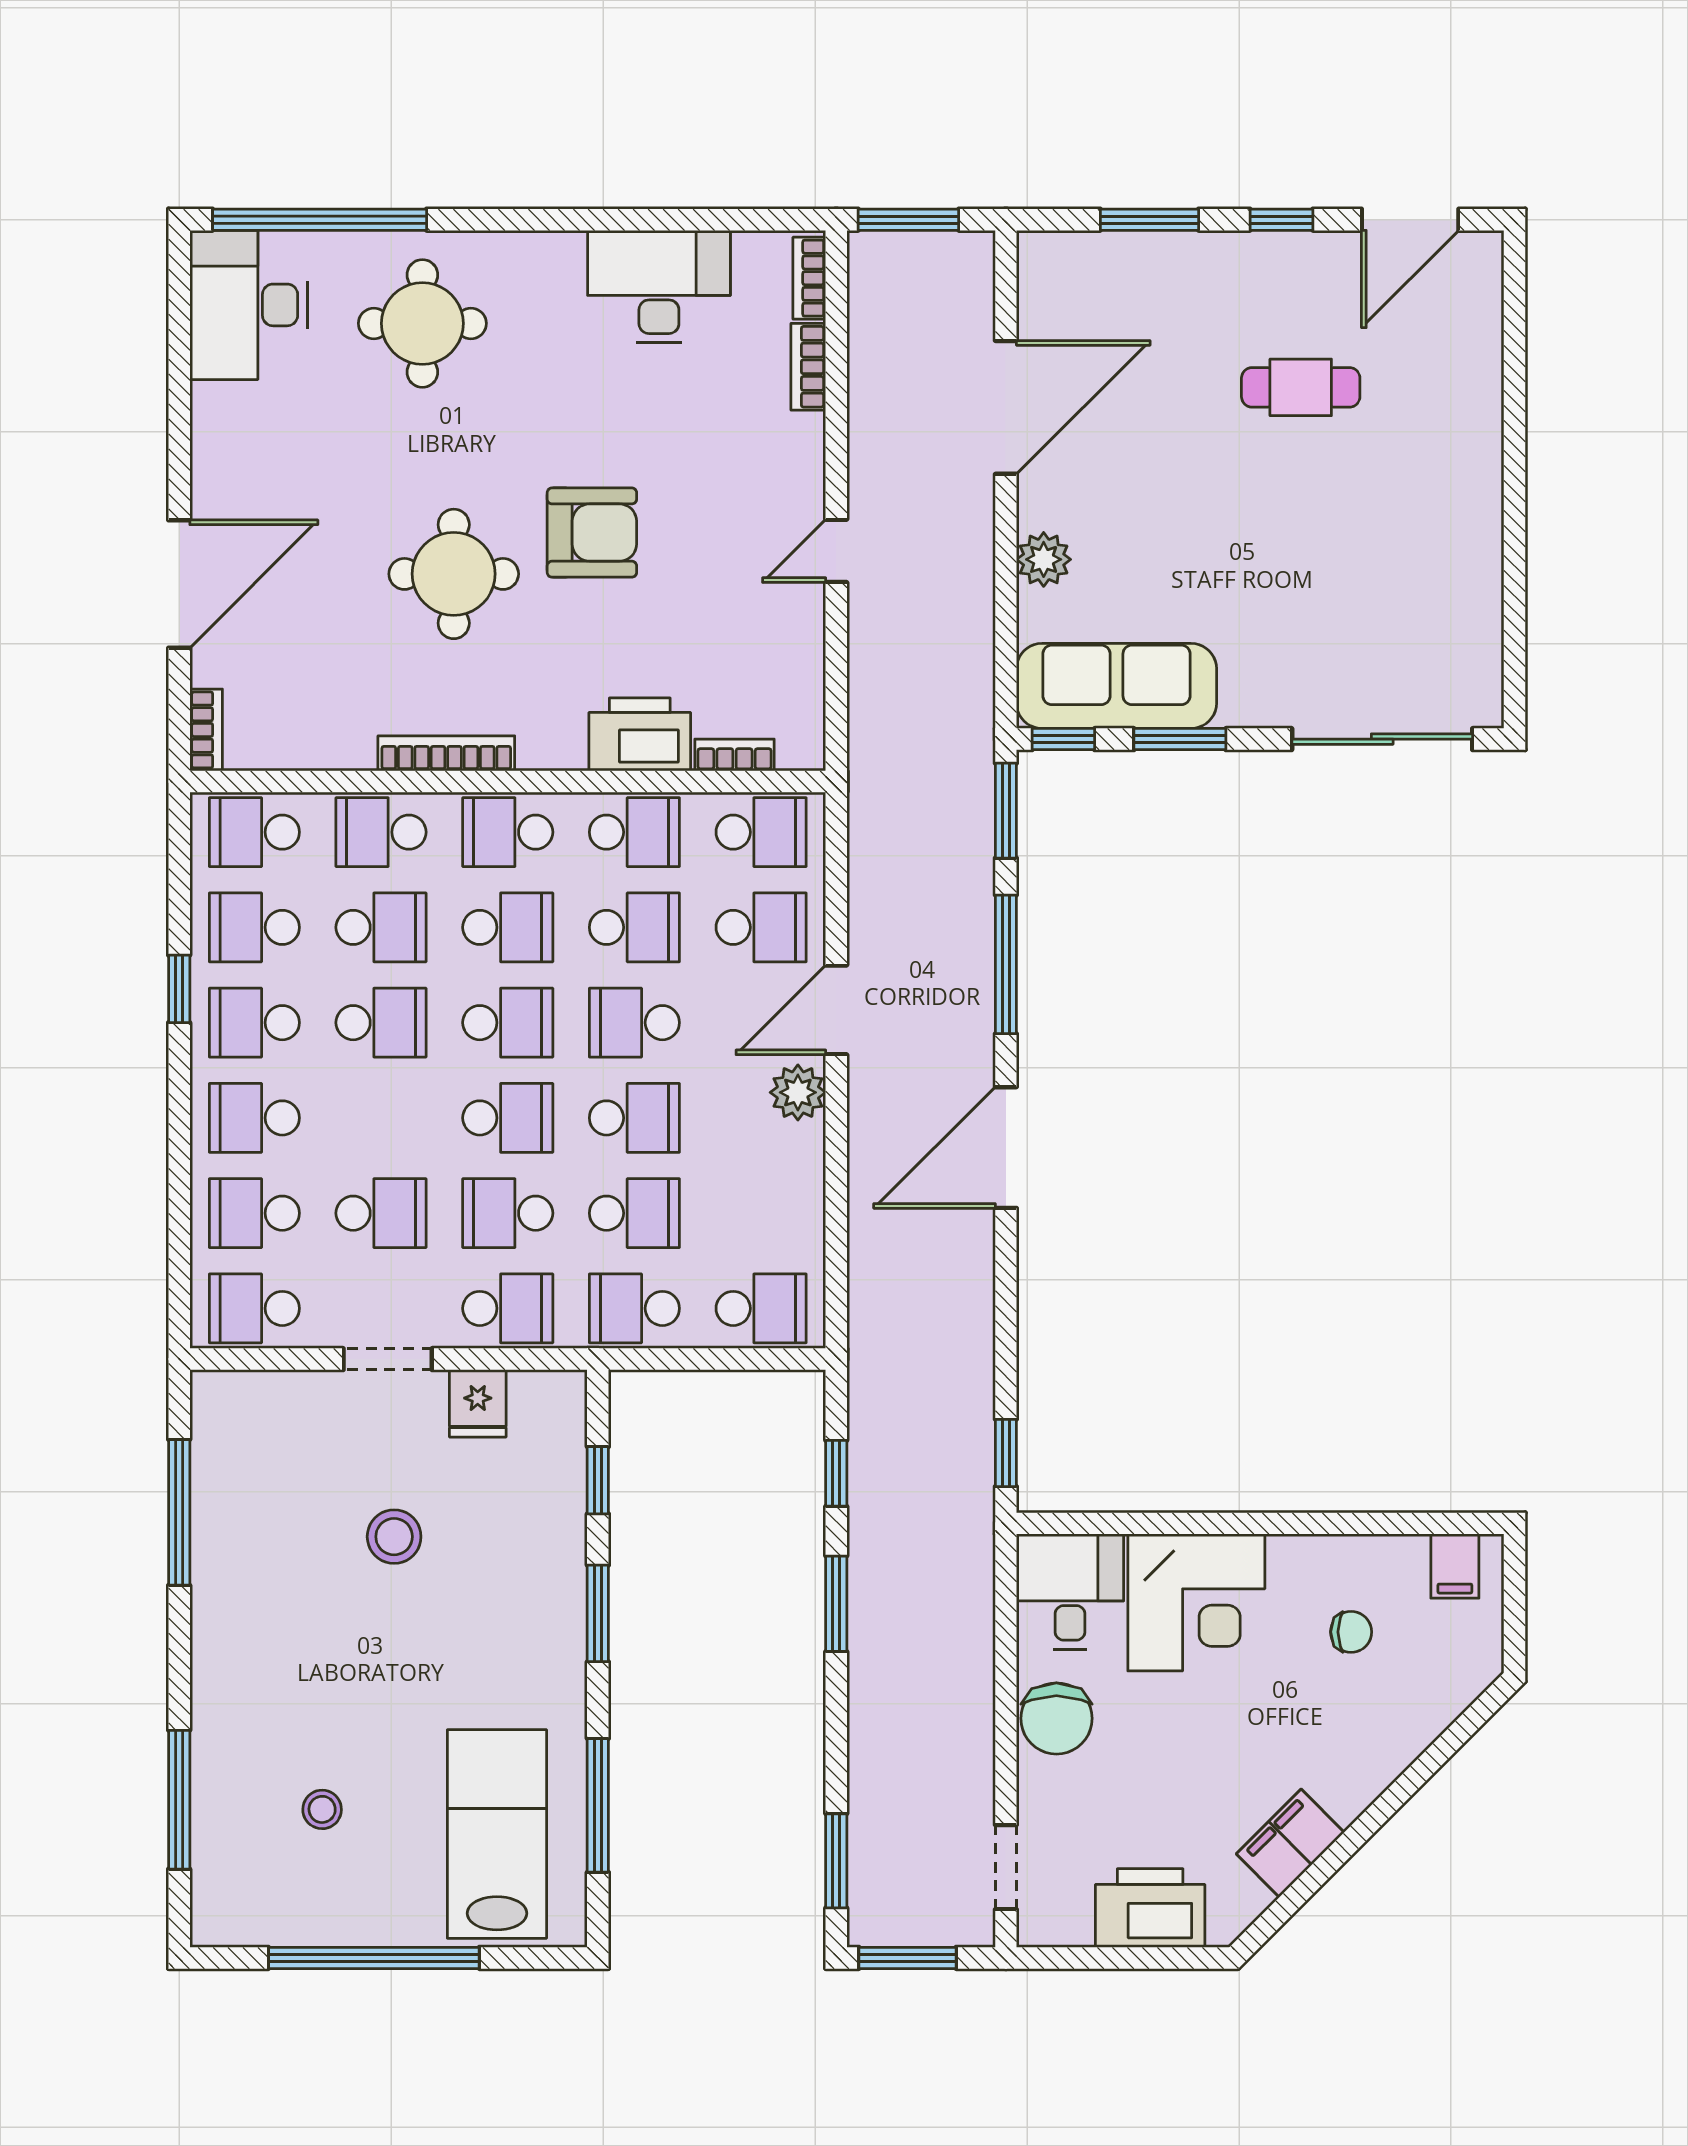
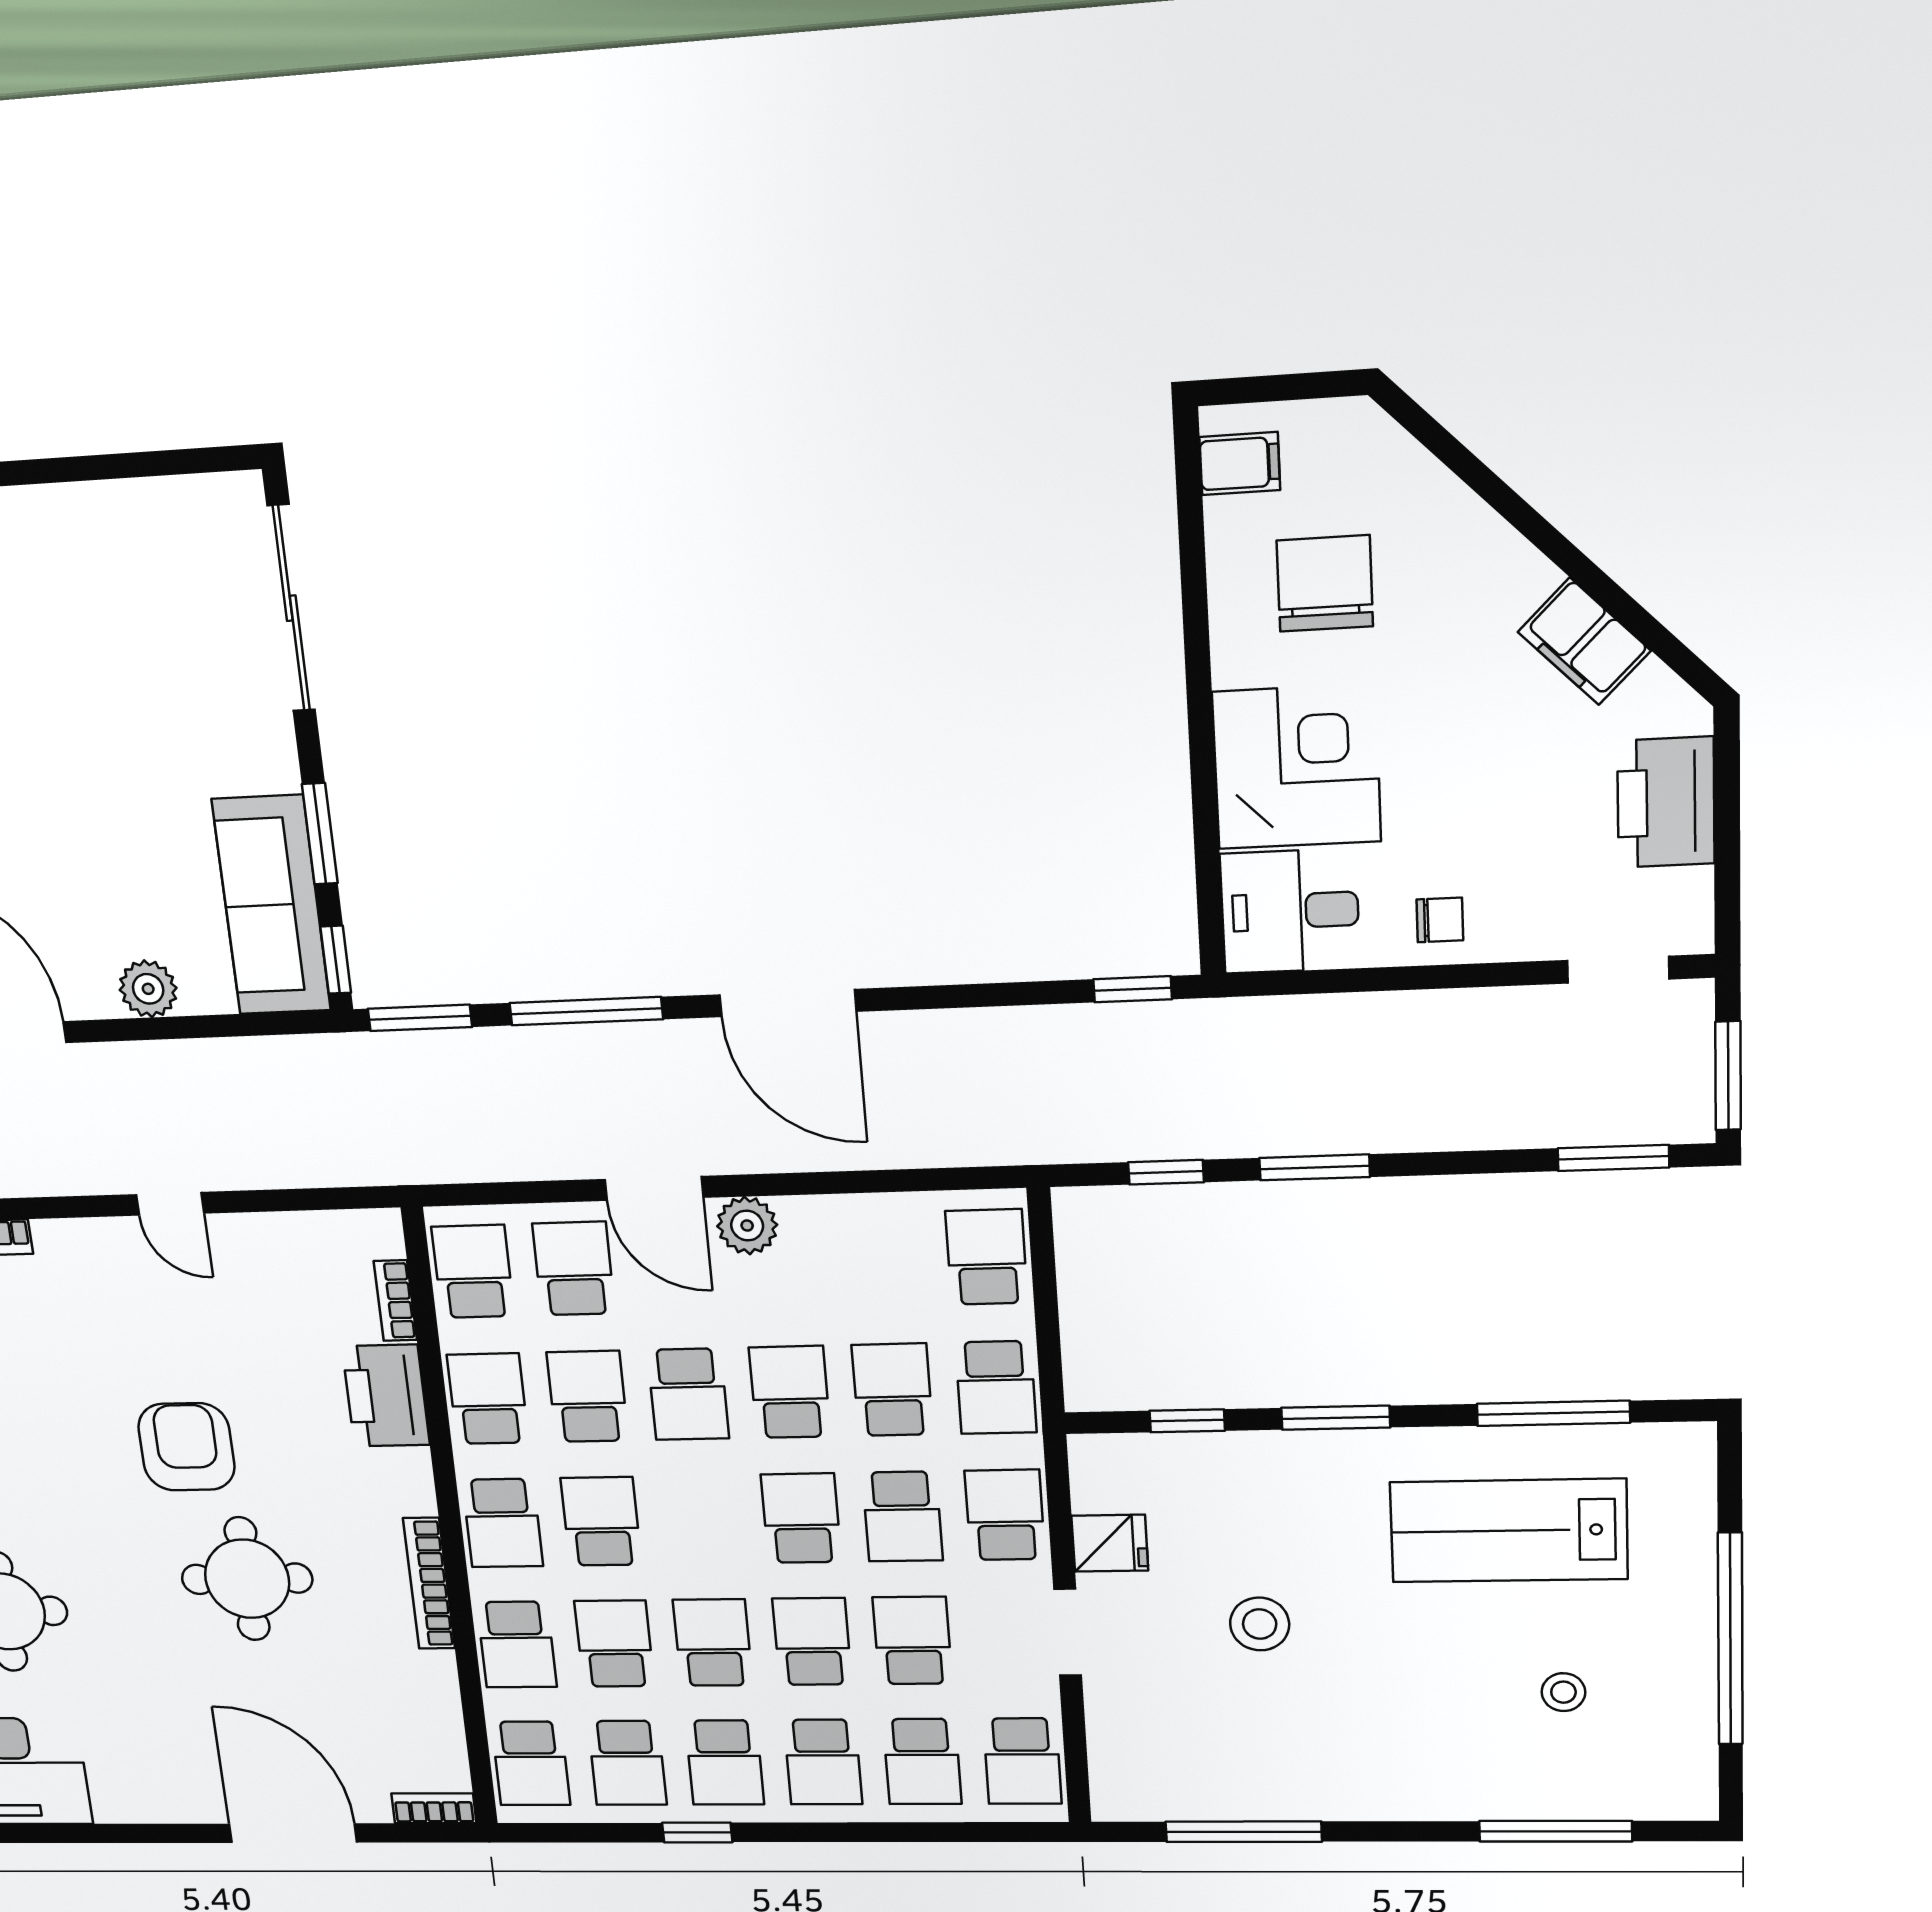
school desk: (508, 1023) -> (812, 1641), moved
chair: (1351, 1632) -> (1325, 583), width x1.87, depth x1.87
chair: (1056, 1718) -> (1440, 920), width x0.54, depth x0.54
lab bench: (497, 1834) -> (1509, 1531), moved

